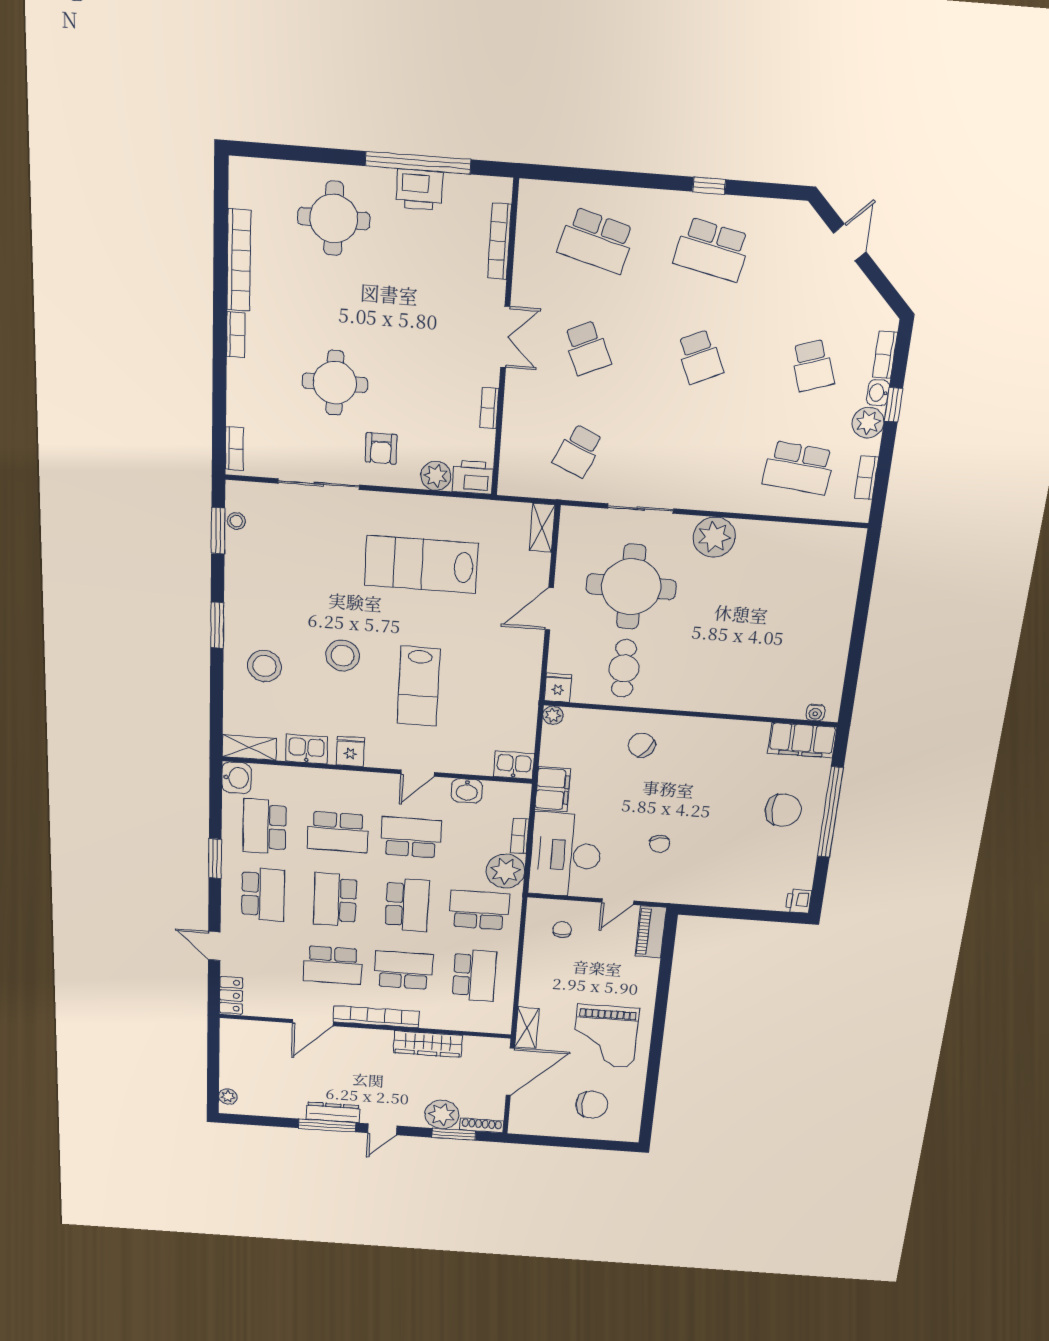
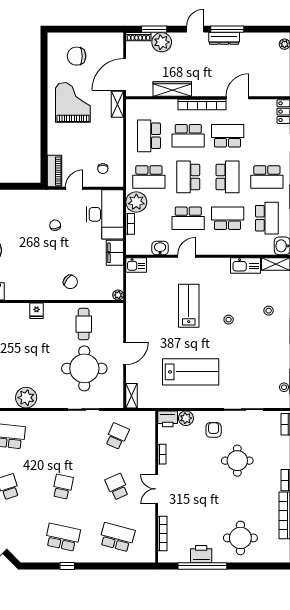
school desk: (700, 357) -> (63, 487), turned 36
plant: (714, 537) -> (26, 398), moved
stool: (343, 656) -> (229, 320), width x0.53, depth x0.53
stool: (264, 666) -> (269, 311), width x0.53, depth x0.53
fridge: (558, 688) -> (36, 311), moved
kitchen sink: (307, 749) -> (246, 265), width x1.38
fridge: (350, 751) -> (223, 266), removed
school desk: (263, 894) -> (267, 177), turned -90

